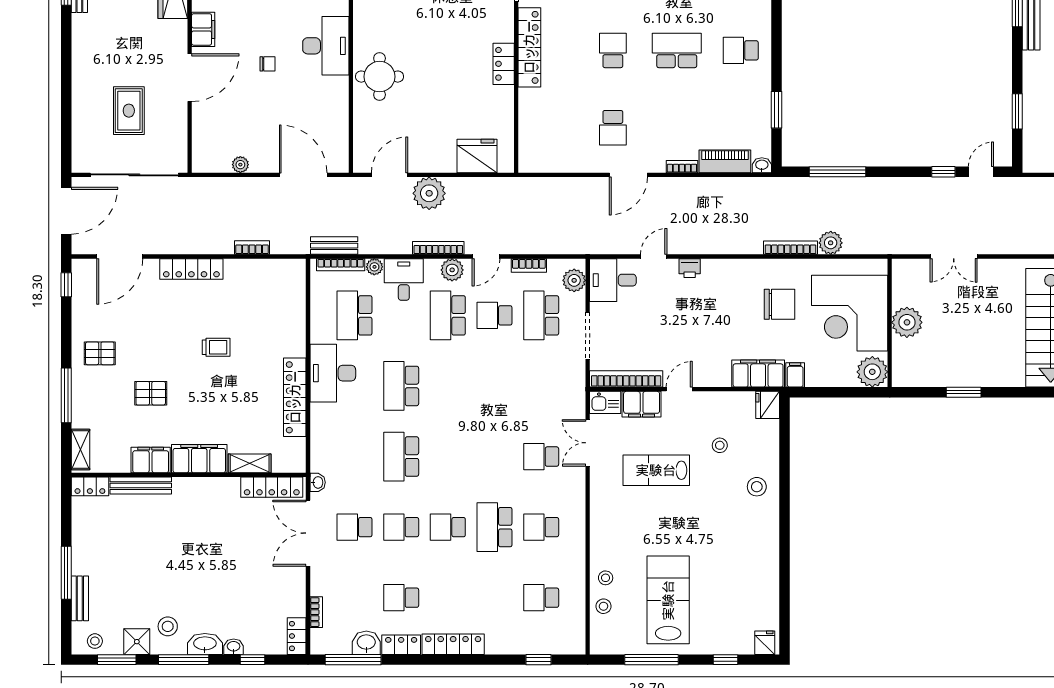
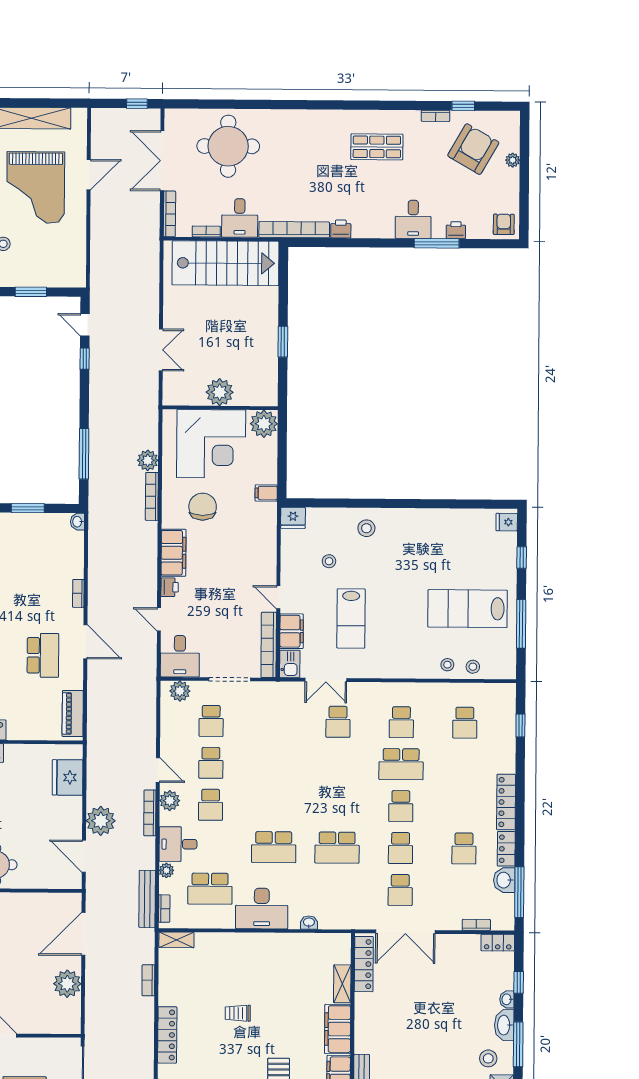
school desk: (613, 128) -> (43, 655), width x1.85
piano: (725, 161) -> (73, 713), moved
plant: (240, 165) -> (67, 984), width x1.87, depth x1.87
bench: (334, 246) -> (147, 899), width x1.36
bookcase: (341, 265) -> (164, 909), width x0.64
bookcase: (529, 266) -> (166, 732), removed
shelving: (297, 279) -> (176, 940), added
school desk: (448, 315) -> (211, 805), width x0.54
school desk: (541, 315) -> (211, 721), width x0.54
trolley: (216, 347) -> (238, 1013), turned -90
filing cabinet: (758, 374) -> (173, 553), moved, turned 180
locker: (295, 397) -> (283, 943), removed
washbasin: (318, 482) -> (309, 923), moved

